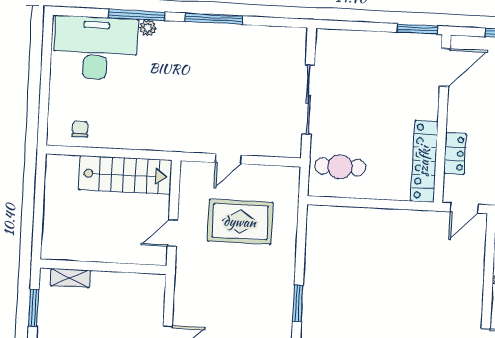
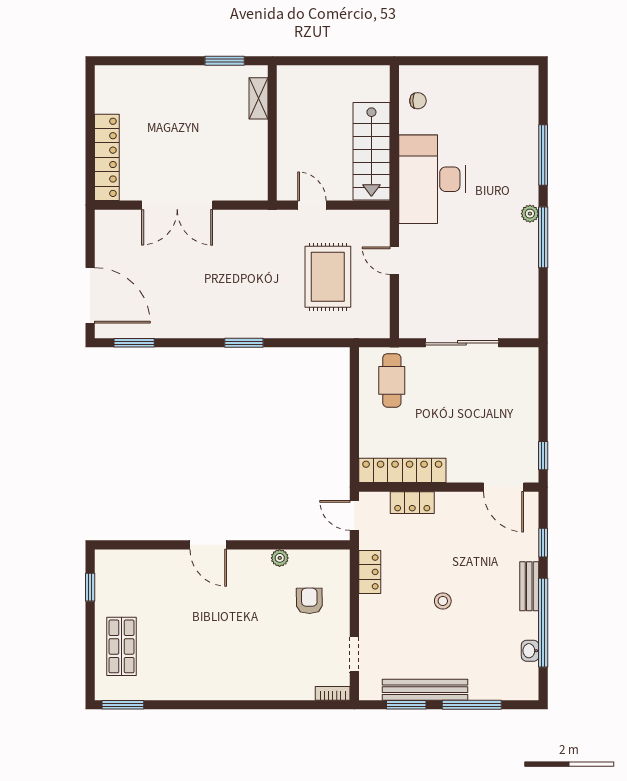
plant: (148, 28) -> (530, 214), moved
window: (417, 29) -> (543, 456), width x0.67
desk: (96, 48) -> (432, 179), moved, turned 180

